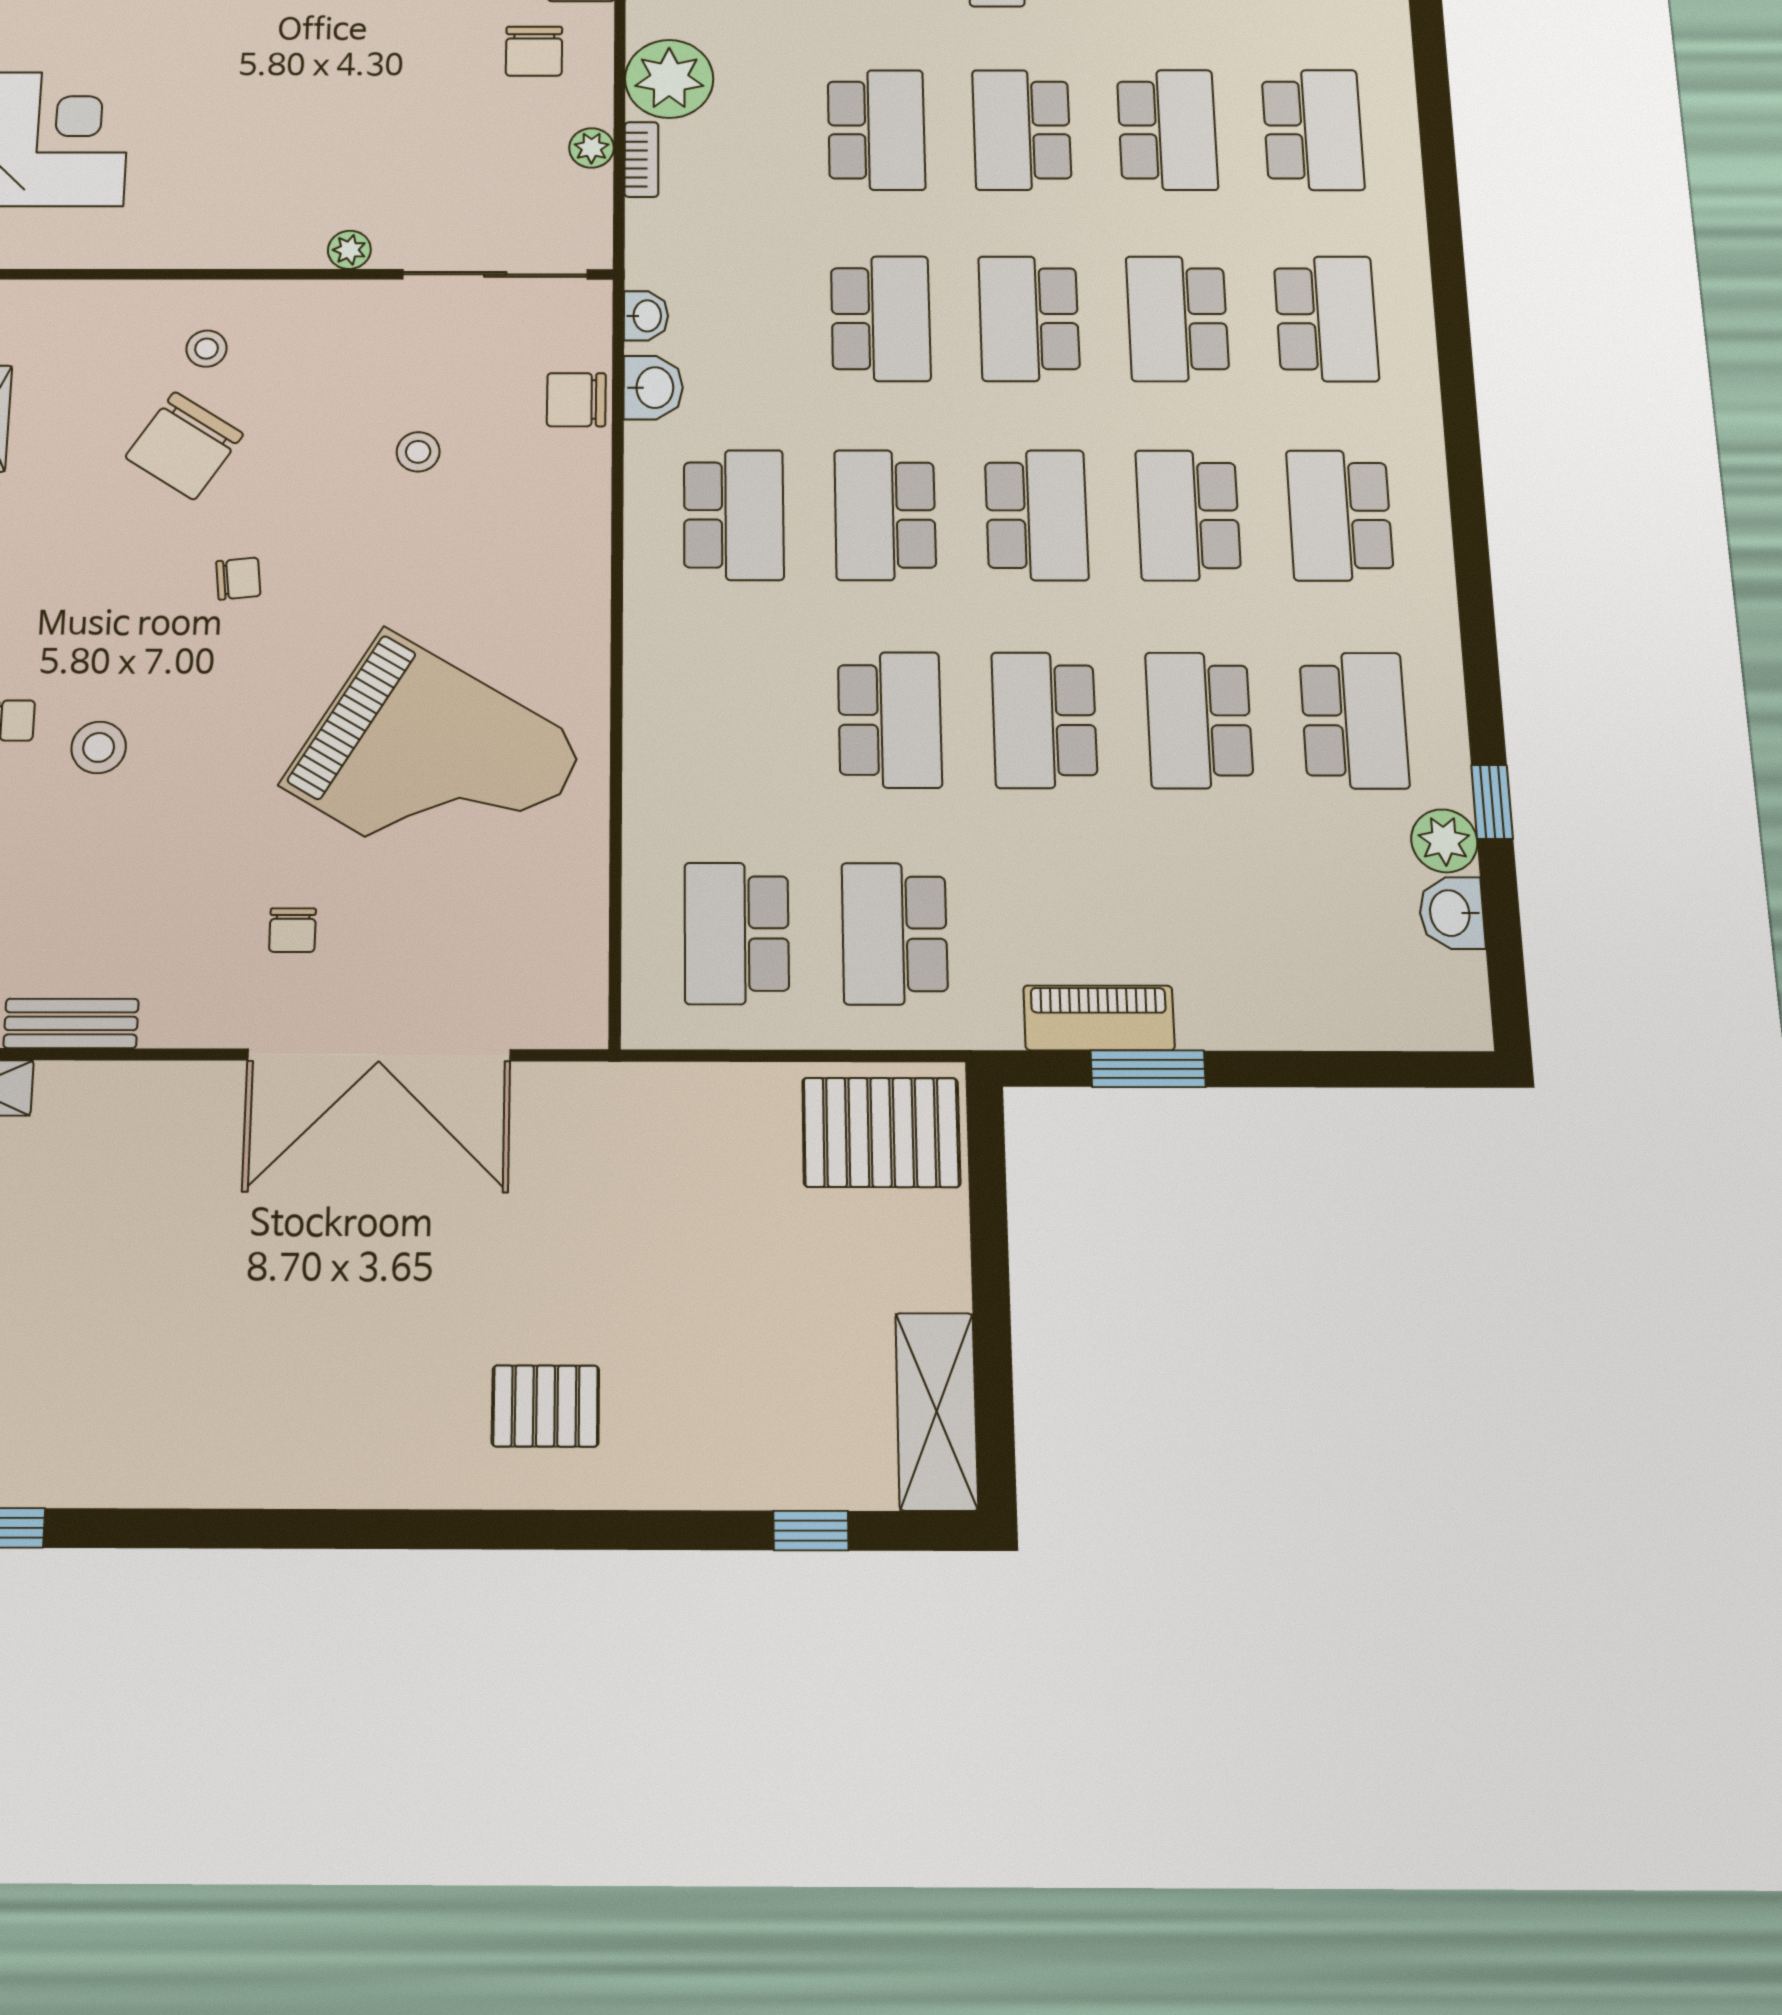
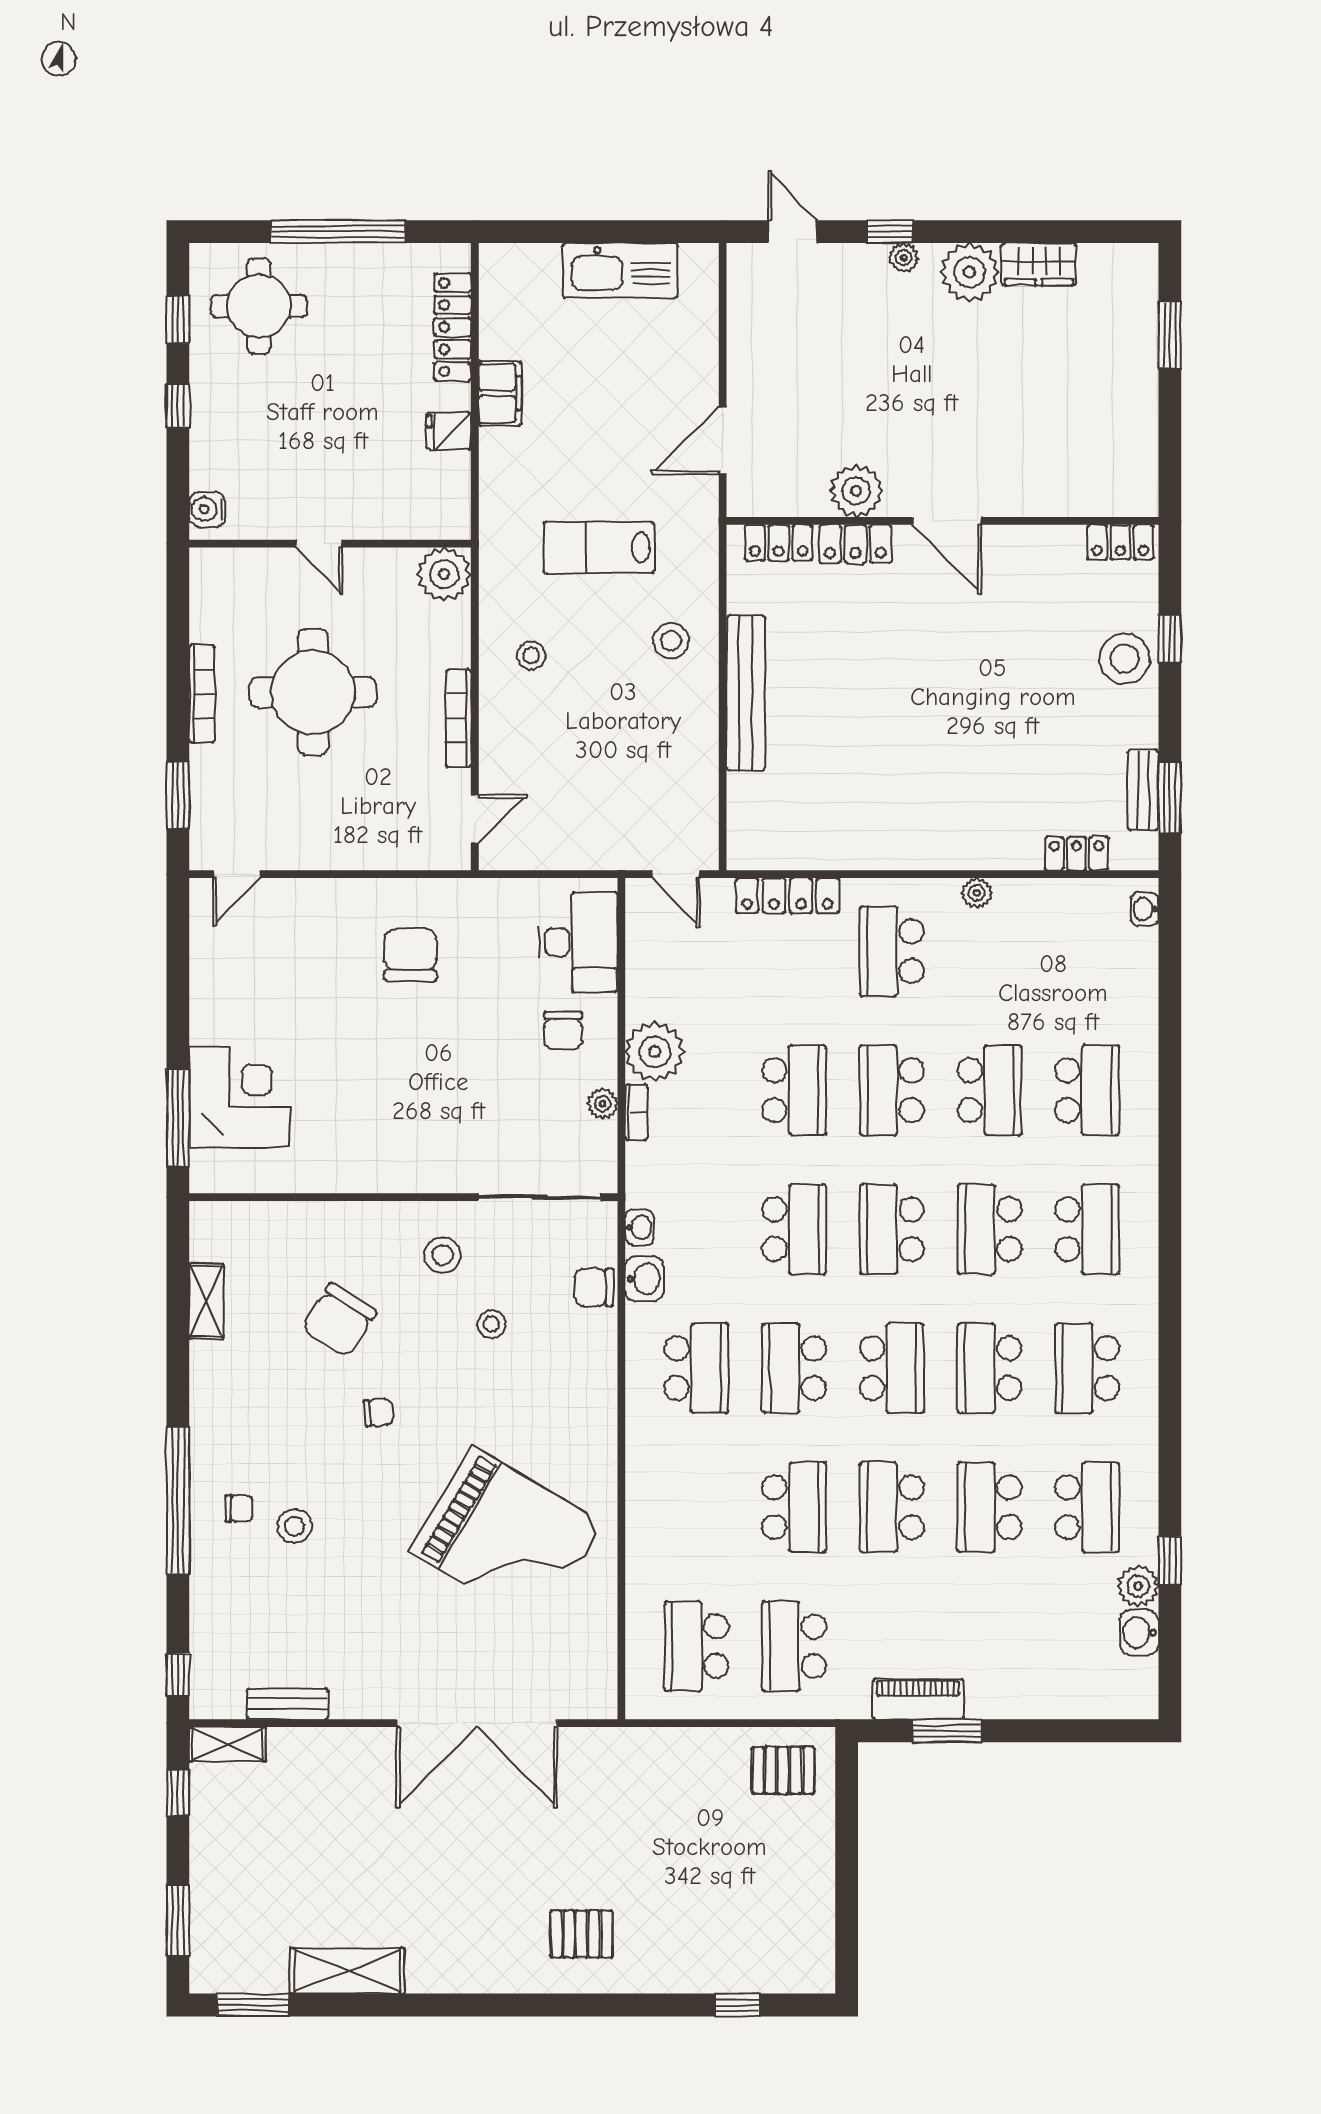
plant: (349, 250) -> (442, 1179), removed
stool: (207, 349) -> (443, 1255), moved, width x1.37, depth x1.37
chair: (293, 930) -> (421, 1645), removed
pallet: (881, 1132) -> (783, 1770), width x0.67, depth x0.71
shelving: (937, 1411) -> (347, 1971), moved, turned 90

